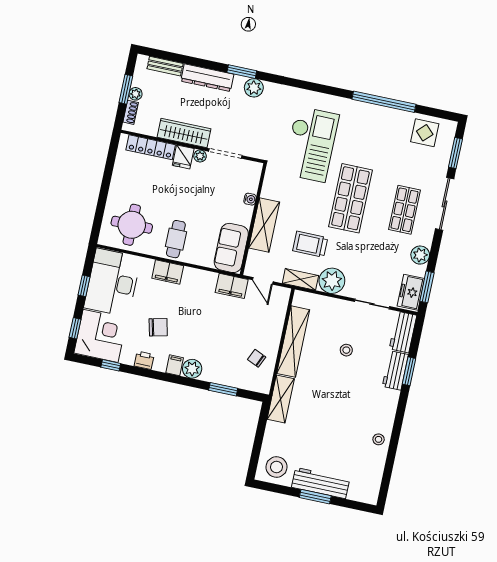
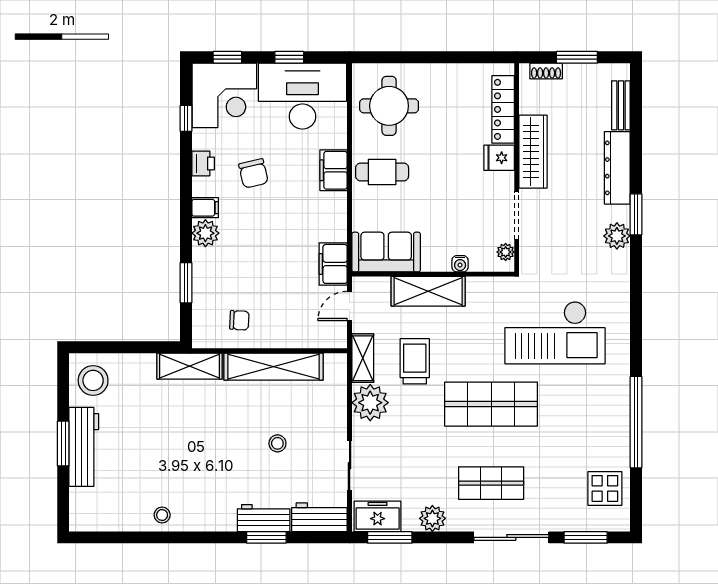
plant: (136, 94) -> (573, 72), removed
plant: (200, 156) -> (506, 252), moved
chair: (257, 358) -> (239, 320), turned 69

